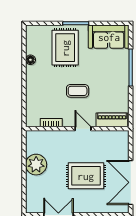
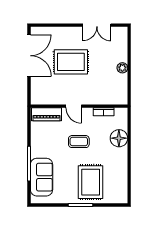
sofa: (109, 37) -> (42, 177), moved, turned 90
floor lamp: (30, 60) -> (119, 138), moved, width x1.89, depth x1.89
plant: (36, 165) -> (122, 68), width x0.53, depth x0.53

